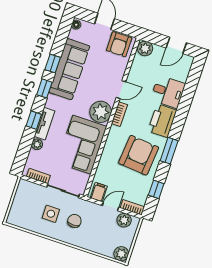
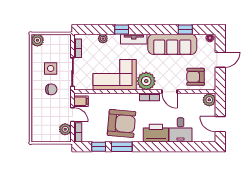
armchair: (119, 44) -> (196, 77), moved
window: (53, 63) -> (185, 29), moved
window: (44, 88) -> (150, 29), removed
tv unit: (44, 124) -> (134, 39), moved
window: (169, 151) -> (122, 147), moved
plant: (121, 254) -> (37, 40), moved

